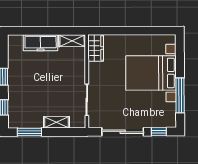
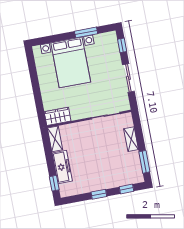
window: (25, 31) -> (54, 183), added
window: (180, 95) -> (86, 32), width x0.69
sliding door: (123, 132) -> (128, 78), width x0.73

